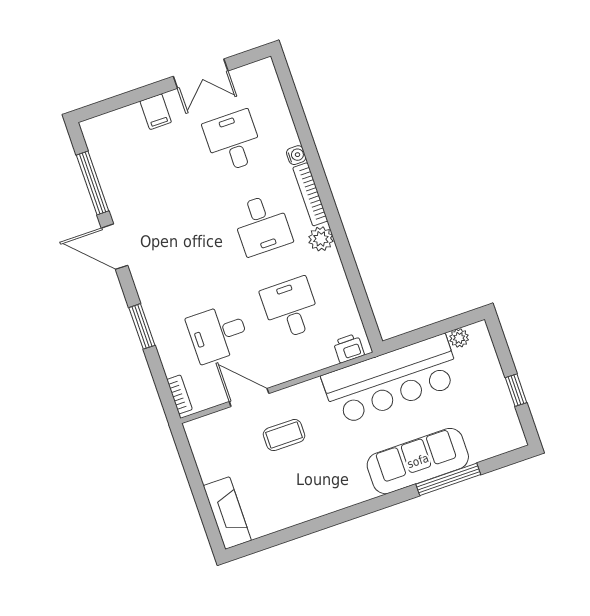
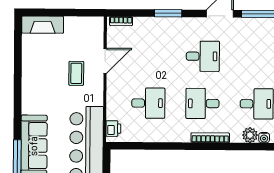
water cooler: (296, 155) -> (264, 138), moved
plant: (321, 239) -> (250, 135), moved
desk: (218, 333) -> (203, 56), moved, turned 90

